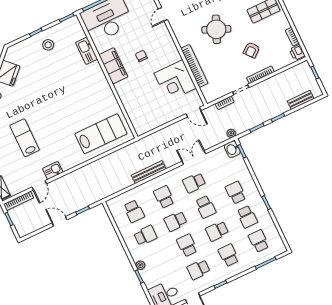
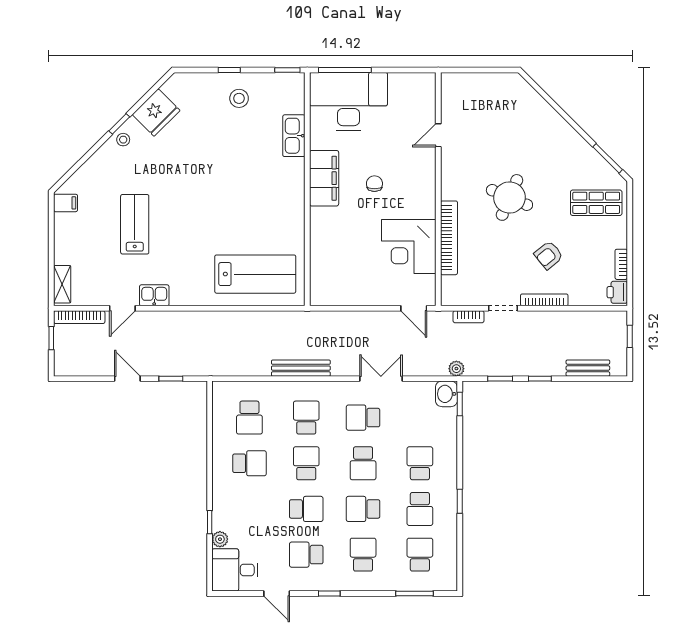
school desk: (175, 221) -> (306, 463), turned 90
school desk: (187, 245) -> (306, 509), turned 90
plant: (140, 265) -> (220, 539), moved

